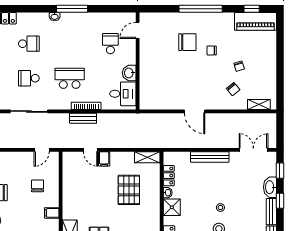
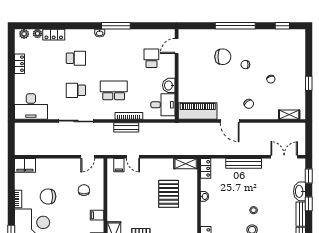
piano: (255, 21) -> (198, 111), moved, turned 180
window: (280, 71) -> (309, 83), added
chair: (233, 89) -> (249, 104), moved
filing cabinet: (104, 159) -> (119, 165), moved
locker: (169, 176) -> (206, 168), moved
shower: (172, 207) -> (208, 210), removed

